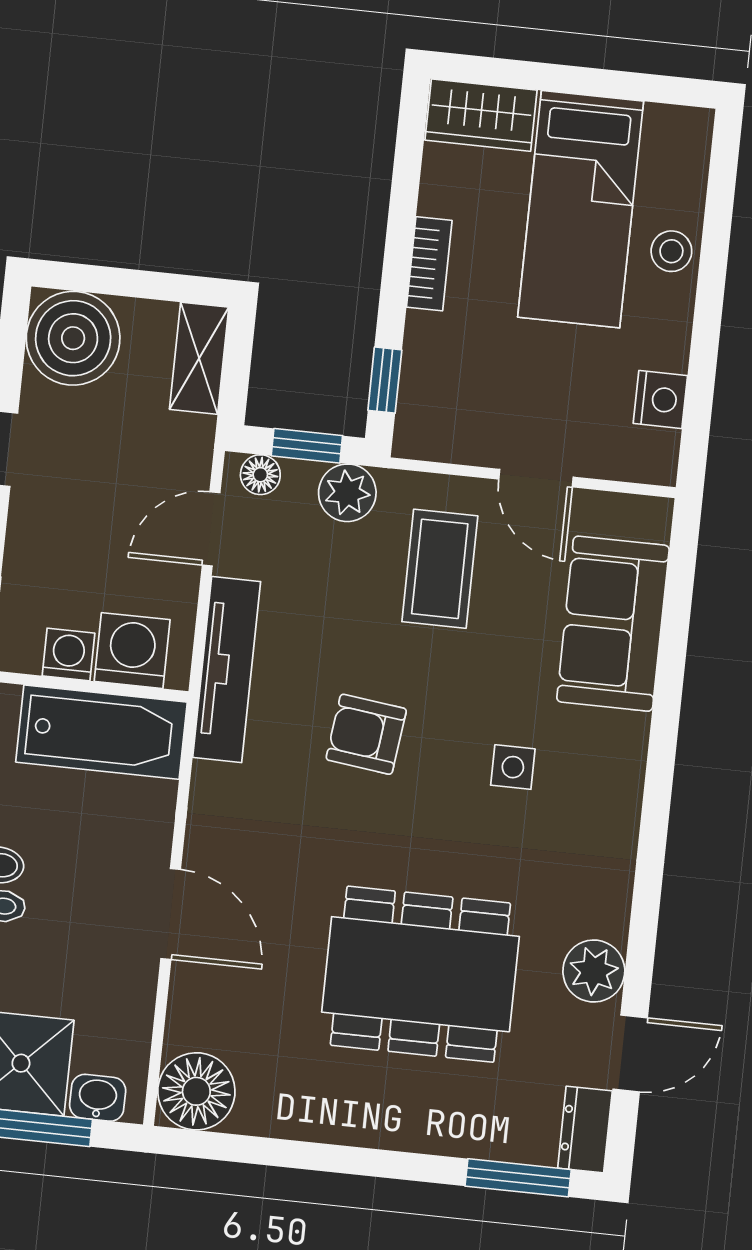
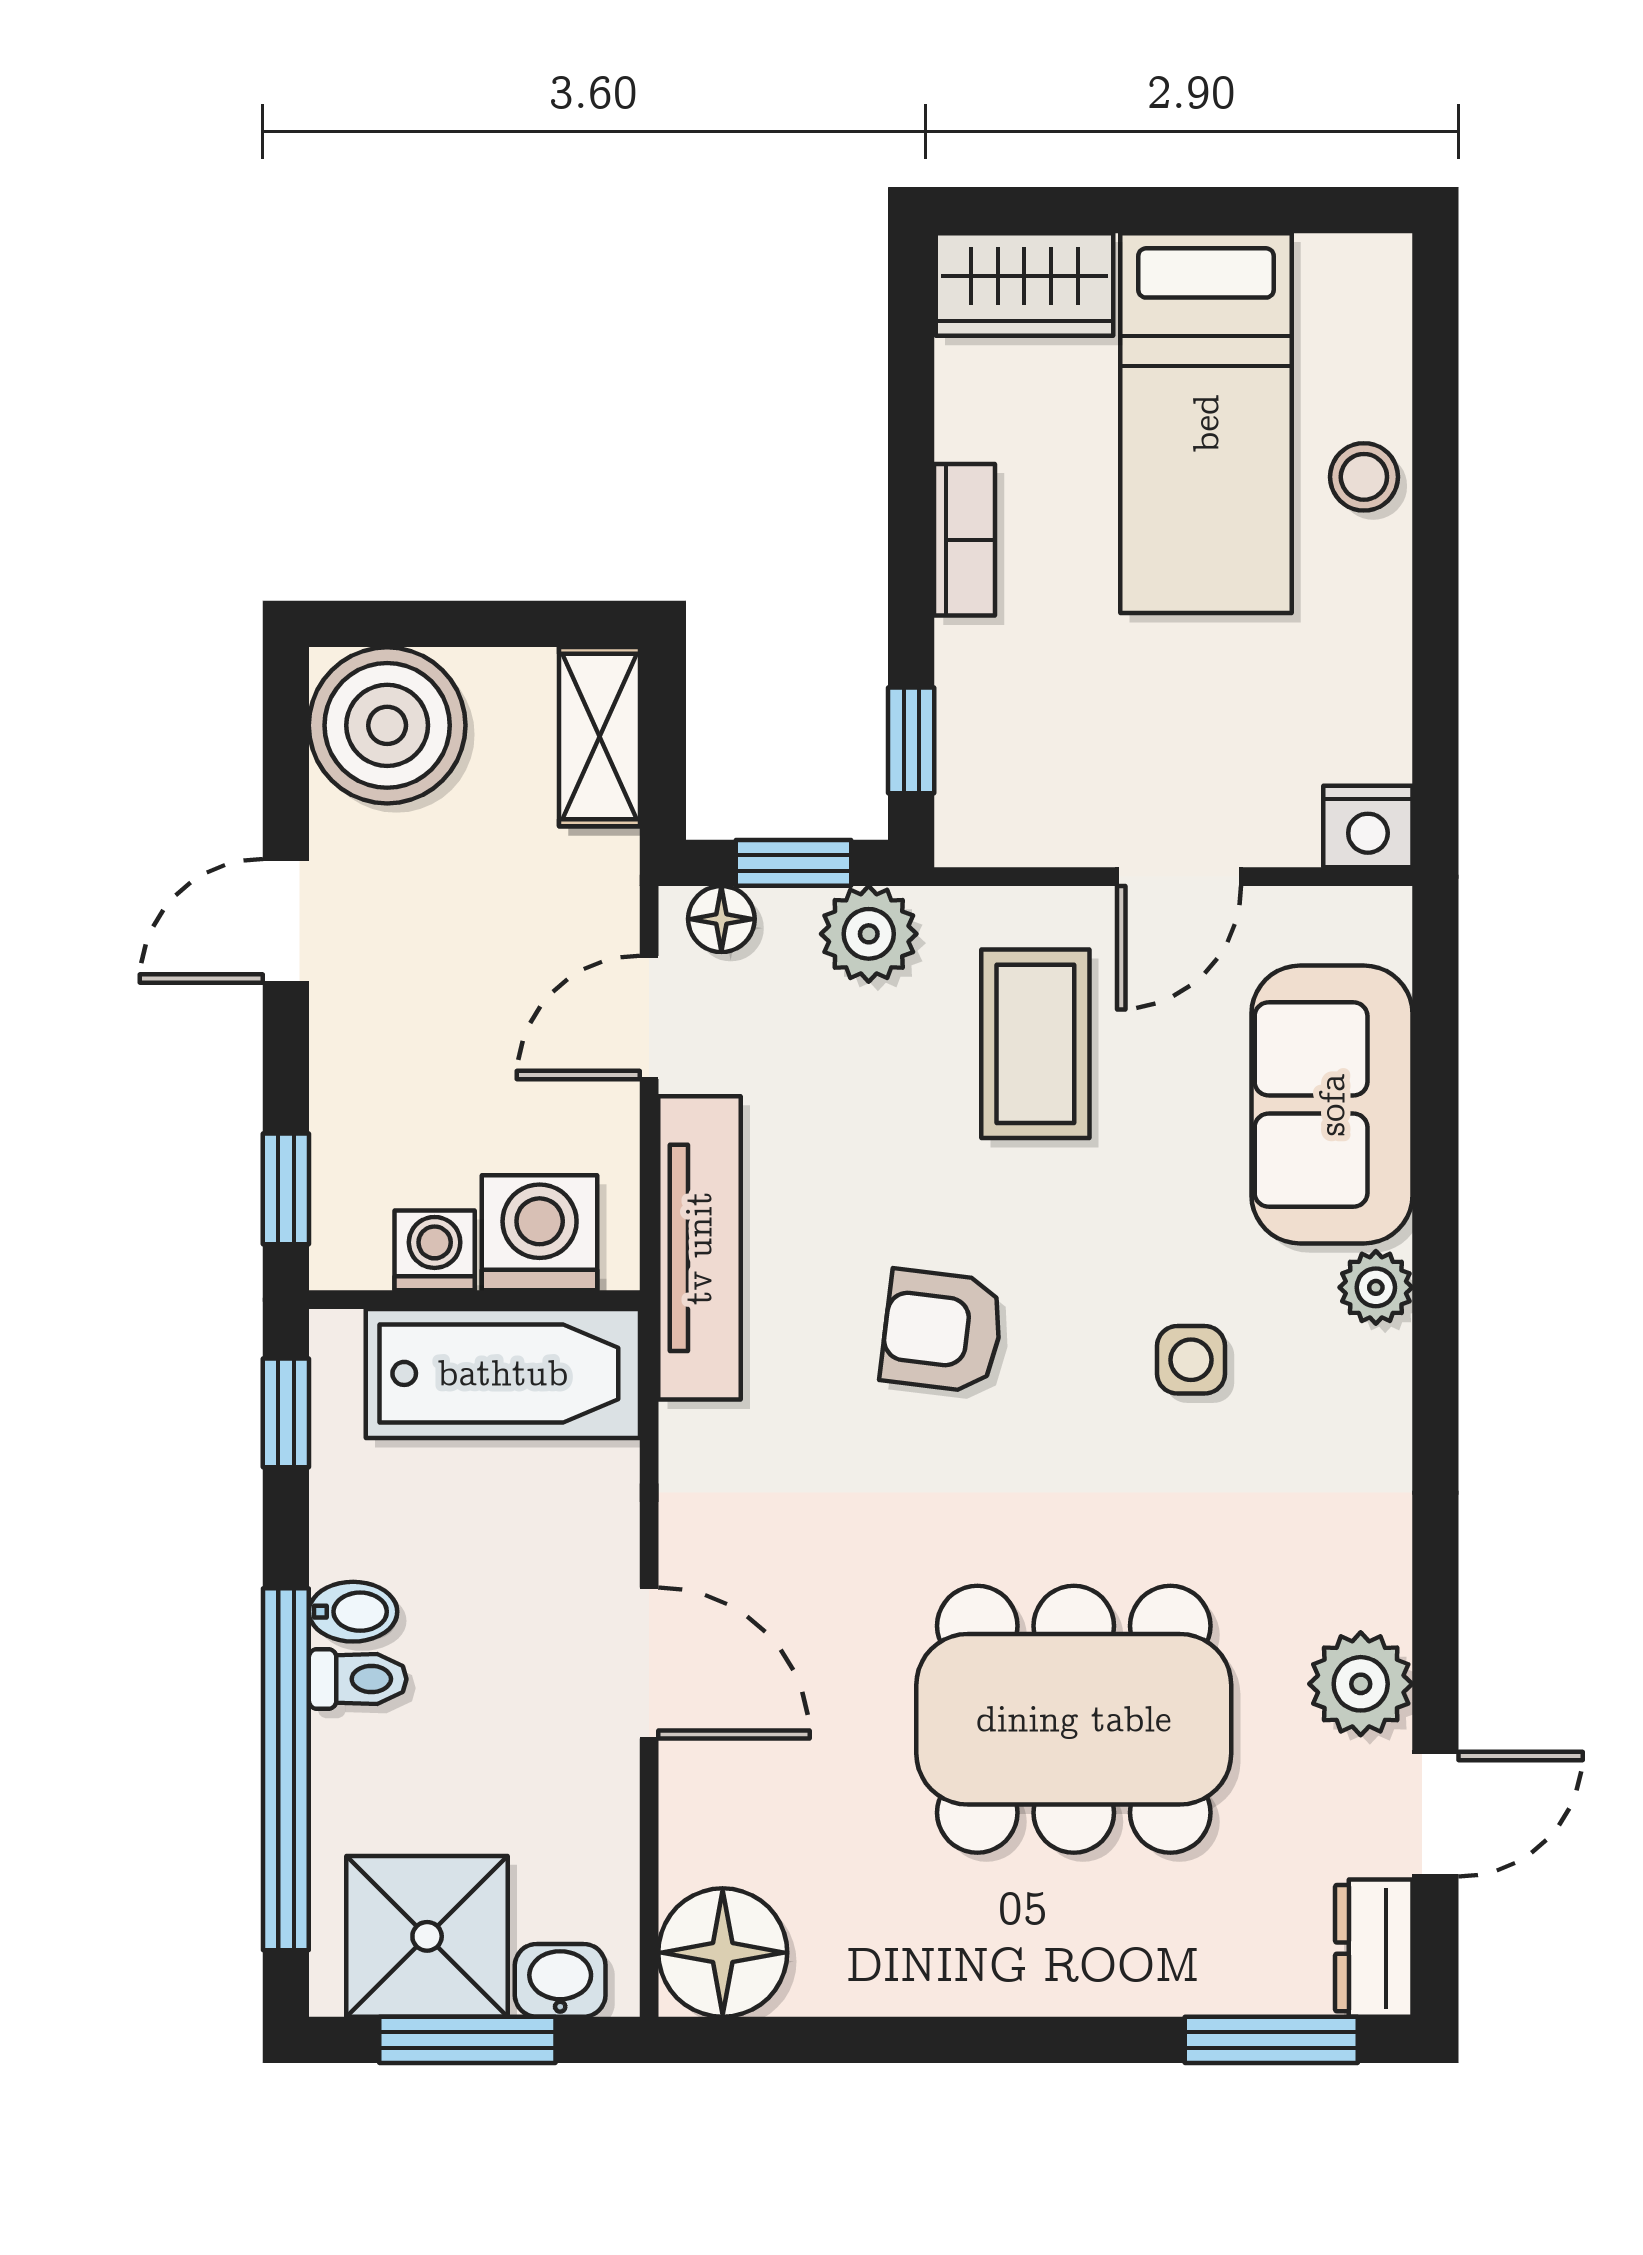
nightstand: (660, 400) -> (1368, 827), moved, turned 90
door: (536, 478) -> (1179, 877), hinge flipped
plant: (628, 735) -> (1376, 1287), added

